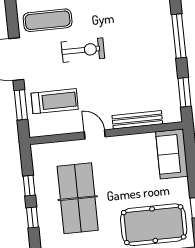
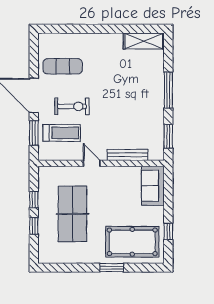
exercise bike: (83, 50) -> (72, 106), moved

